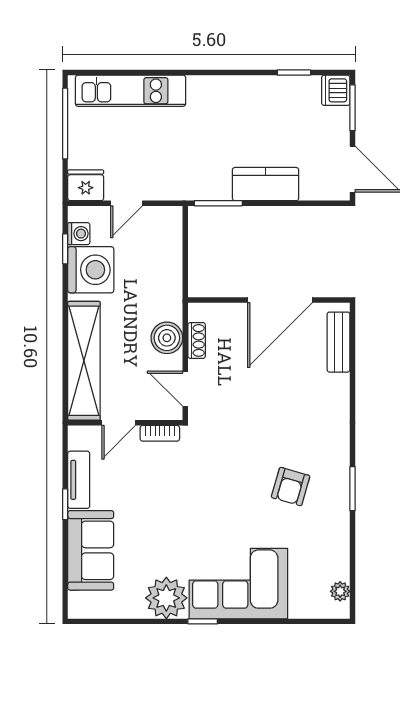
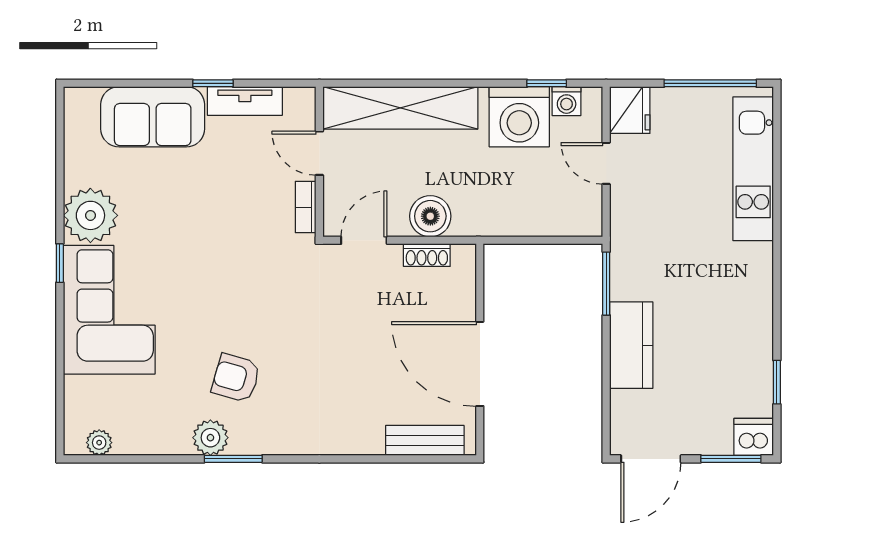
plant: (336, 506) -> (210, 438), added

